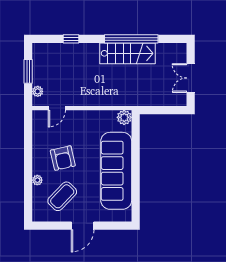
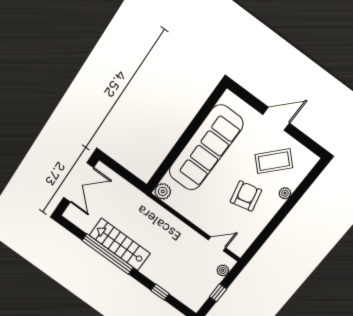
window: (28, 71) -> (218, 293), width x0.67
double door: (191, 78) -> (79, 182), width x1.37

